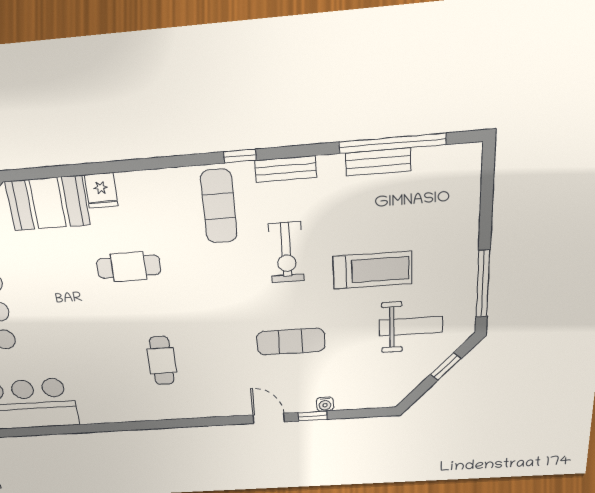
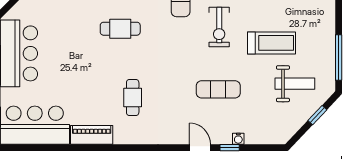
piano: (109, 412) -> (92, 135), added

